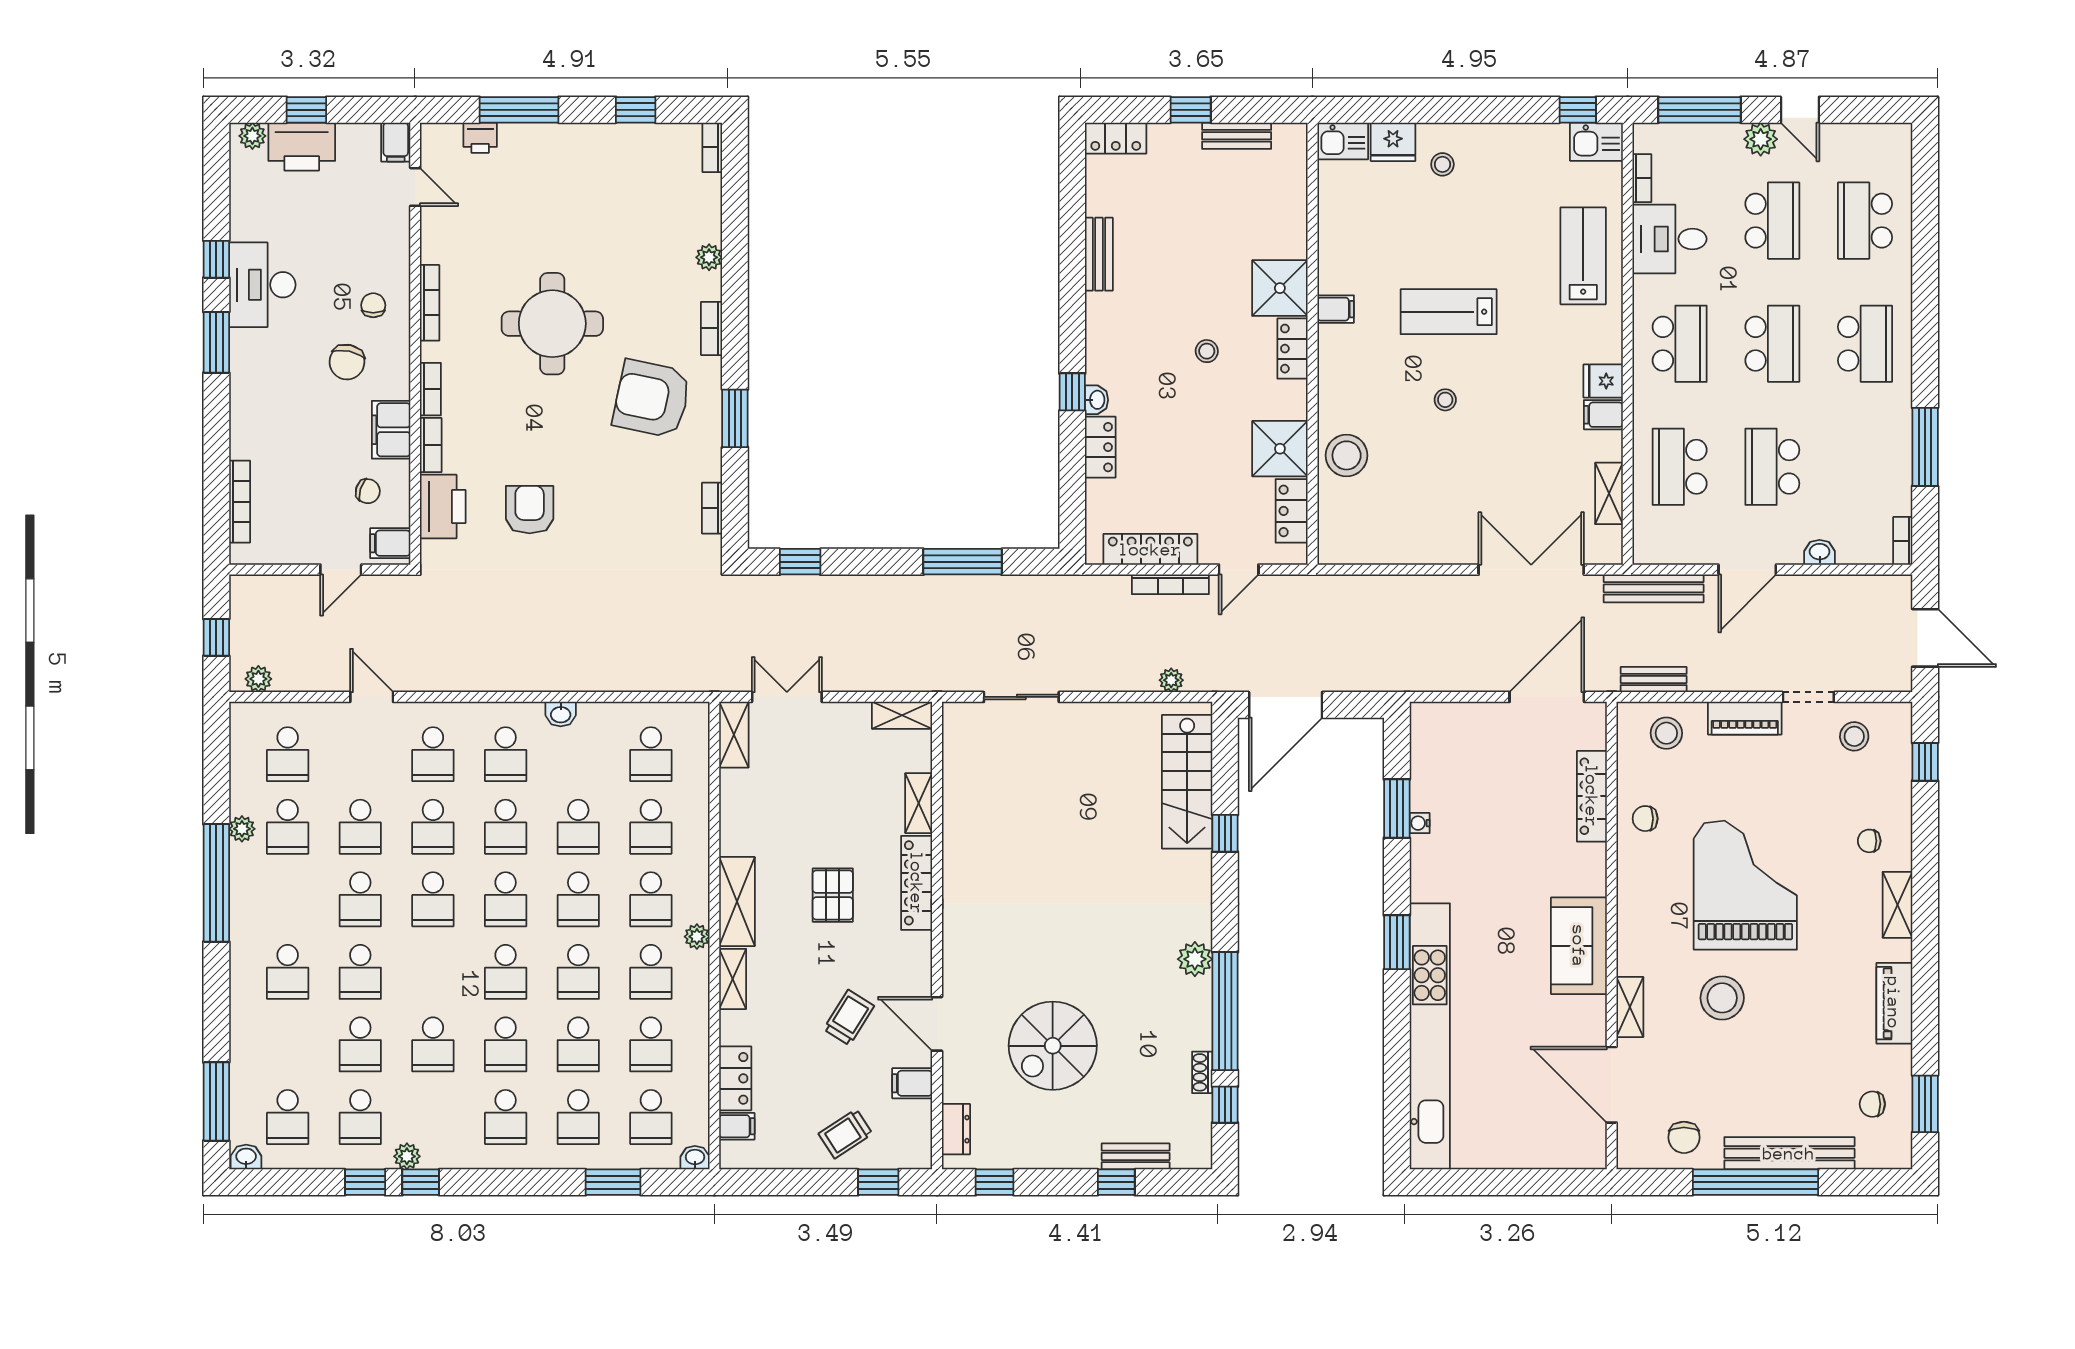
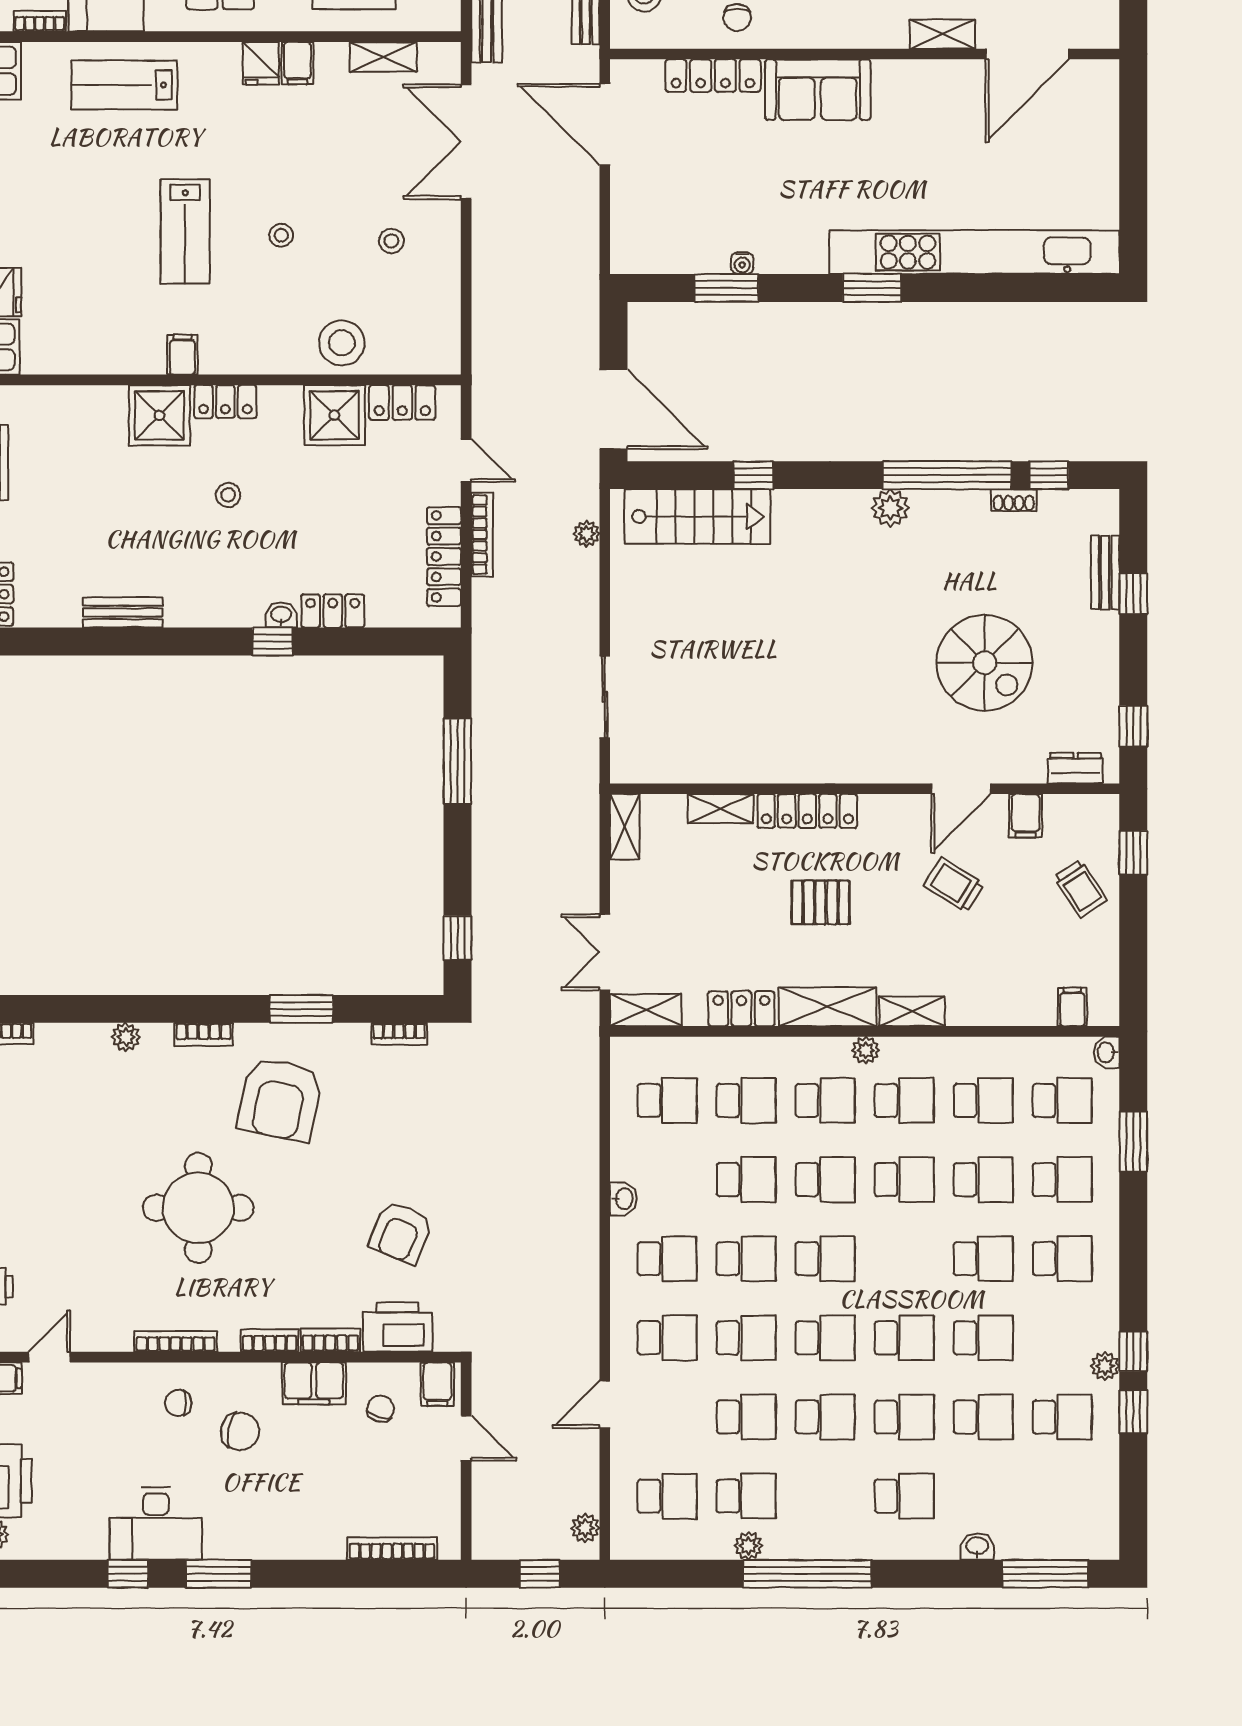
stool: (1442, 164) -> (391, 241), moved
armchair: (530, 510) -> (401, 1233), turned -68
sofa: (1579, 946) -> (818, 90), moved
school desk: (506, 972) -> (904, 1338), moved
locker: (735, 1078) -> (741, 1009), moved
school desk: (288, 1117) -> (1062, 1496), removed
washbasin: (246, 1157) -> (977, 1546), moved, turned 90

